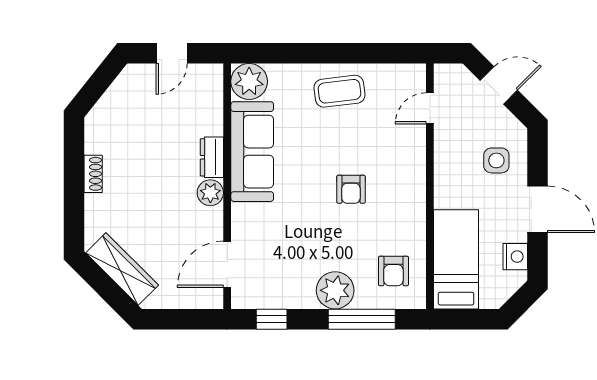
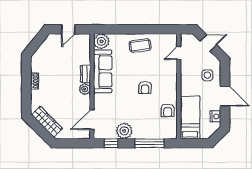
armchair: (393, 271) -> (168, 110), moved
plant: (335, 290) -> (124, 131), moved

